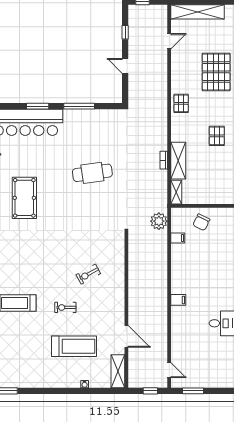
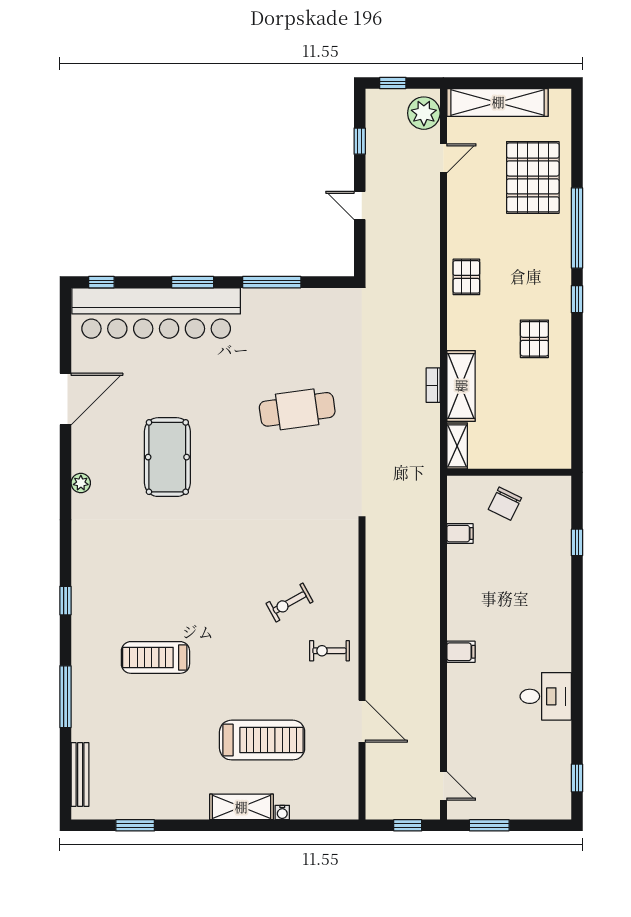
pallet: (216, 72) -> (533, 177), moved
plant: (159, 221) -> (424, 113), moved
exercise bike: (65, 307) -> (329, 651), moved
shelving: (118, 371) -> (241, 807), moved, turned 90

